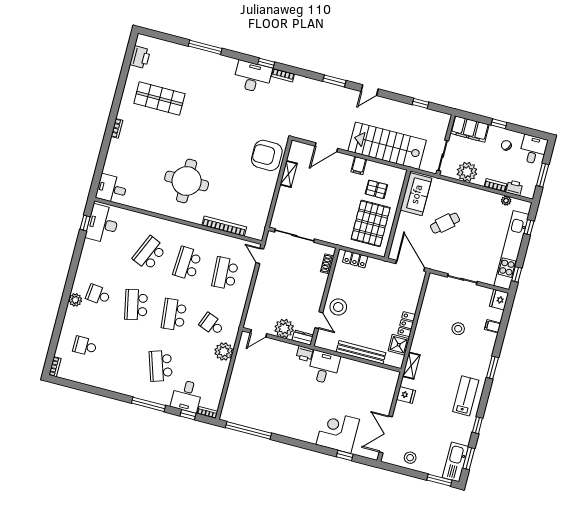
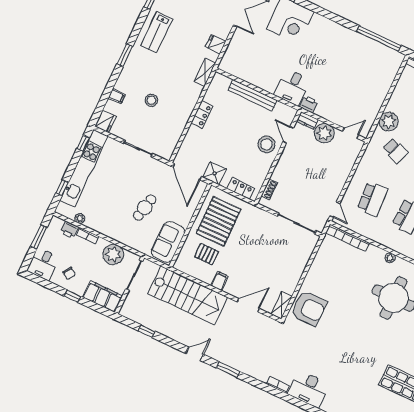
window: (266, 63) -> (292, 400), removed
shelving: (289, 174) -> (282, 305), moved
plant: (197, 219) -> (390, 258), added
cafe table: (445, 223) -> (145, 208), turned -36
bookcase: (224, 226) -> (348, 238), moved
shower: (399, 345) -> (214, 173), moved

